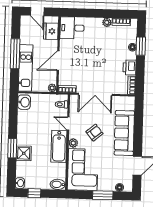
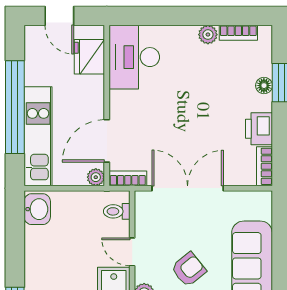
desk: (72, 28) -> (134, 57), width x1.37
window: (15, 54) -> (15, 107), width x1.46
door: (58, 61) -> (107, 141), moved
double door: (95, 94) -> (188, 188), swing flipped

